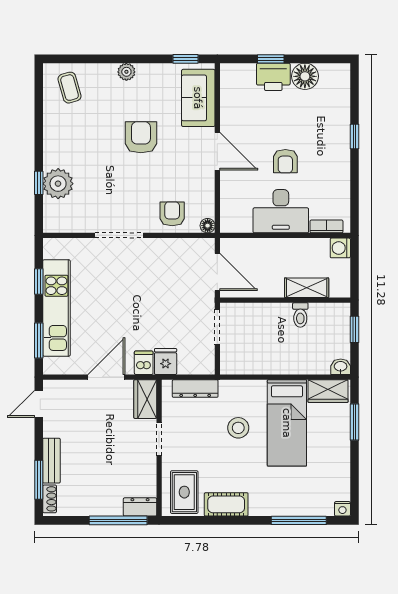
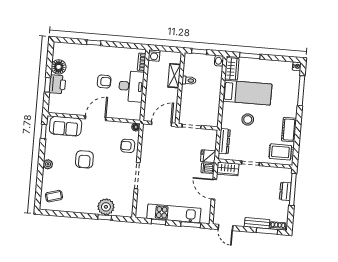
armchair: (141, 137) -> (84, 159), turned -90
dresser: (140, 507) -> (285, 191), moved

